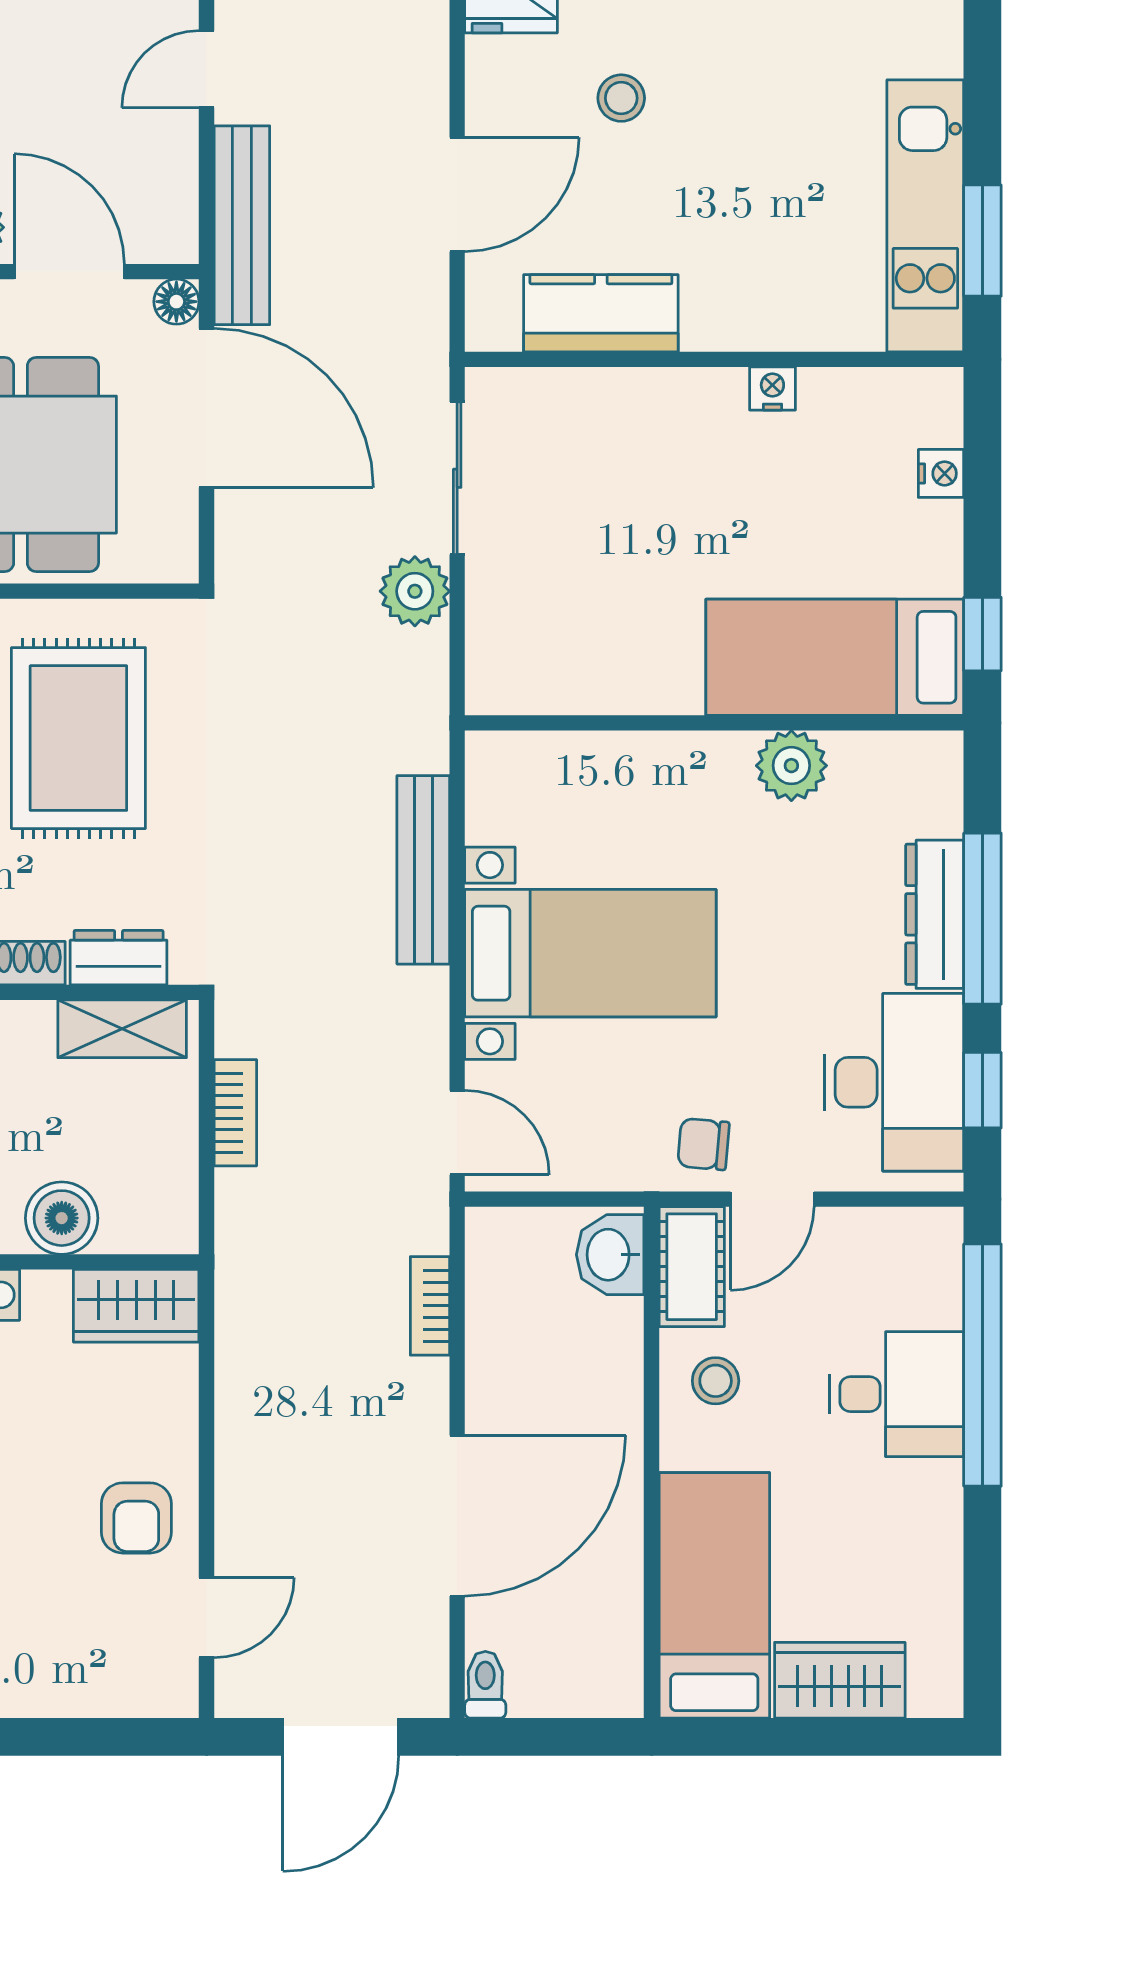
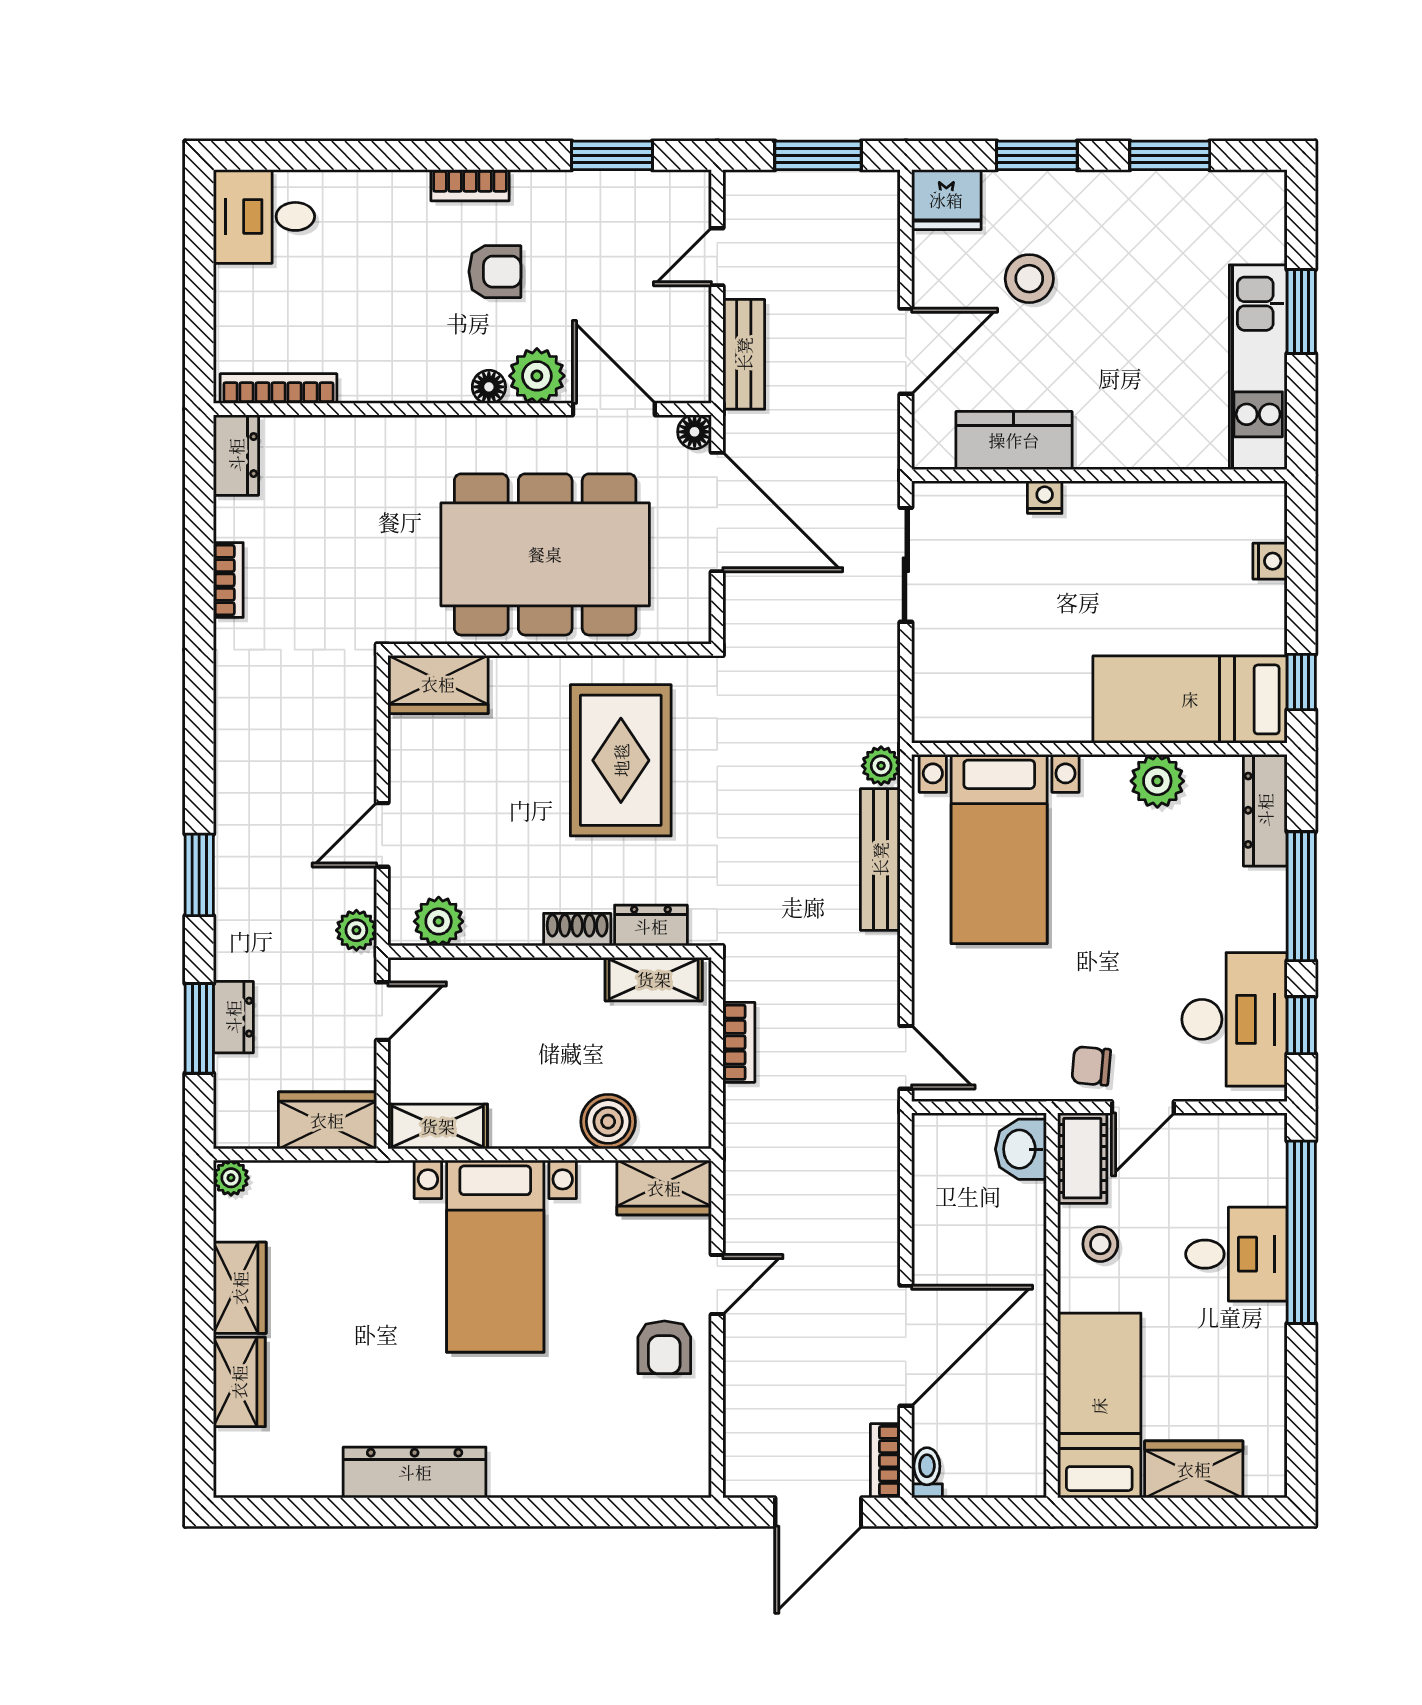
stool: (621, 98) -> (1029, 279), width x1.37, depth x1.37
bench: (242, 225) -> (744, 354), width x0.73
window: (982, 241) -> (1301, 312), moved
nightstand: (772, 388) -> (1045, 497), moved
plant: (415, 591) -> (881, 766), moved, width x0.73, depth x0.73
dresser: (935, 914) -> (1265, 810), moved
bed with nightstands: (590, 953) -> (999, 849), moved, turned 90
bookcase: (430, 1306) -> (885, 1461), moved
door: (207, 1618) -> (717, 1285), moved

